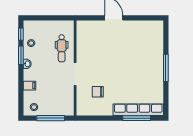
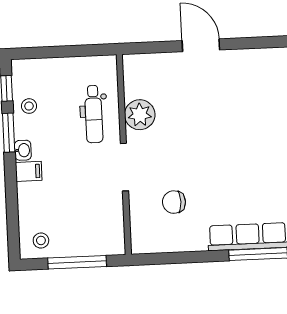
plant: (83, 50) -> (140, 115), added
filing cabinet: (30, 86) -> (29, 171), moved

